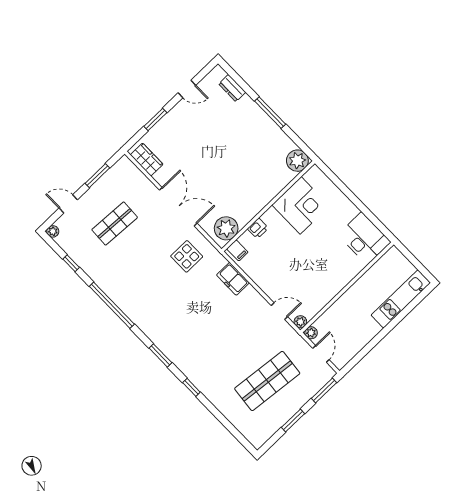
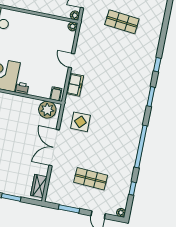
printer: (258, 228) -> (22, 88), moved
door: (279, 311) -> (71, 61), moved
shop shelf: (267, 381) -> (122, 22), width x0.70, depth x0.74

